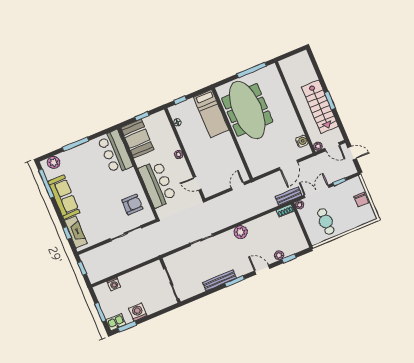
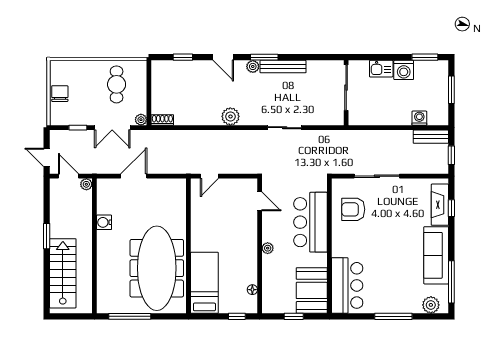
stairs: (320, 107) -> (63, 273), moved
water cooler: (302, 141) -> (104, 222), moved
bench: (289, 196) -> (431, 137), moved
plant: (279, 255) -> (253, 66), moved
kitchen sink: (116, 322) -> (381, 69), moved

